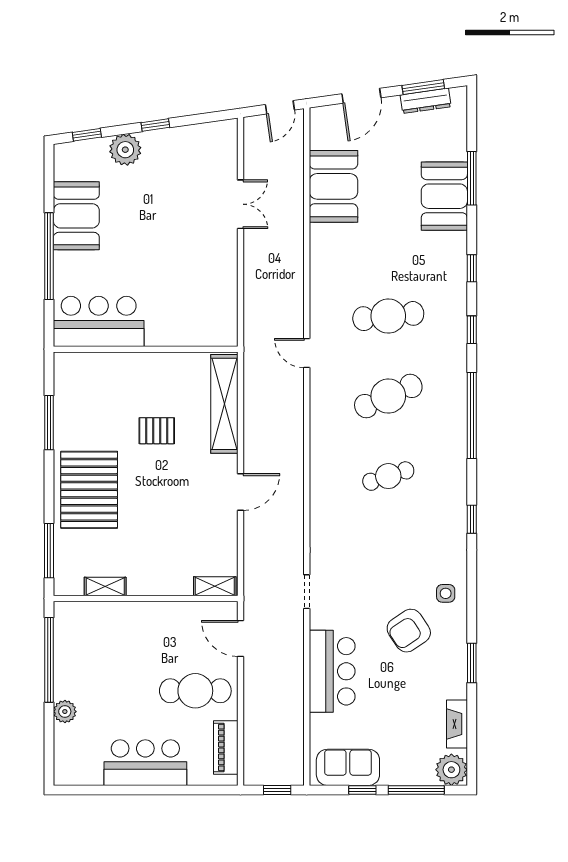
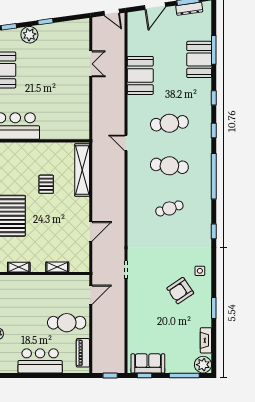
door: (280, 107) -> (112, 12), hinge flipped
booth: (333, 186) -> (140, 75), moved
cafe table: (388, 396) -> (169, 166), turned 30
pallet: (157, 431) -> (46, 184), turned 90
door: (240, 492) -> (91, 231), moved
shelving: (215, 586) -> (57, 267), moved
door: (240, 638) -> (91, 295), swing flipped
bar counter: (332, 671) -> (139, 312), removed
window: (362, 790) -> (145, 375), moved

